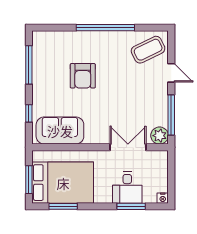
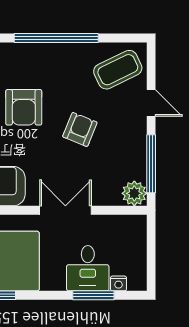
armchair: (122, 91) -> (80, 129), added
double door: (128, 147) -> (65, 210), moved
nightstand: (163, 198) -> (118, 283), moved

